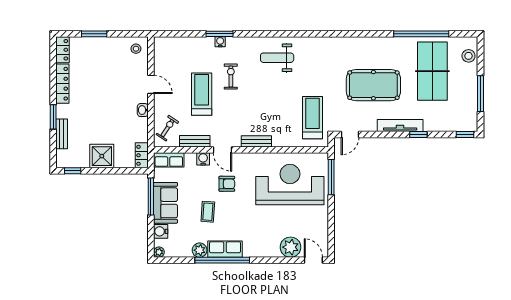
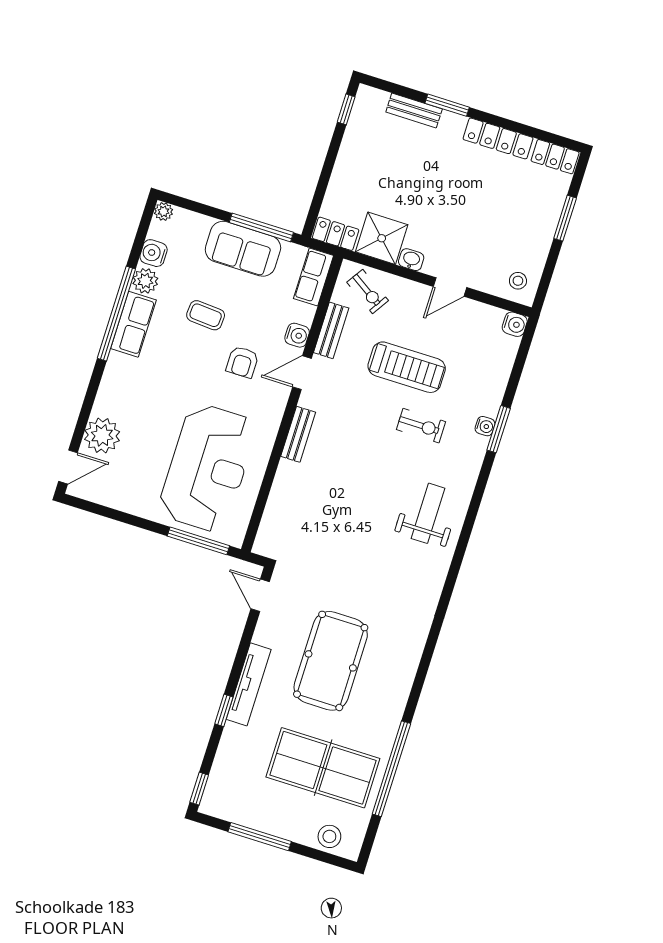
water cooler: (160, 43) -> (515, 324), added
treadmill: (312, 118) -> (308, 541), removed
shower: (102, 156) -> (382, 238), moved
water cooler: (161, 231) -> (154, 253), moved, turned -90

